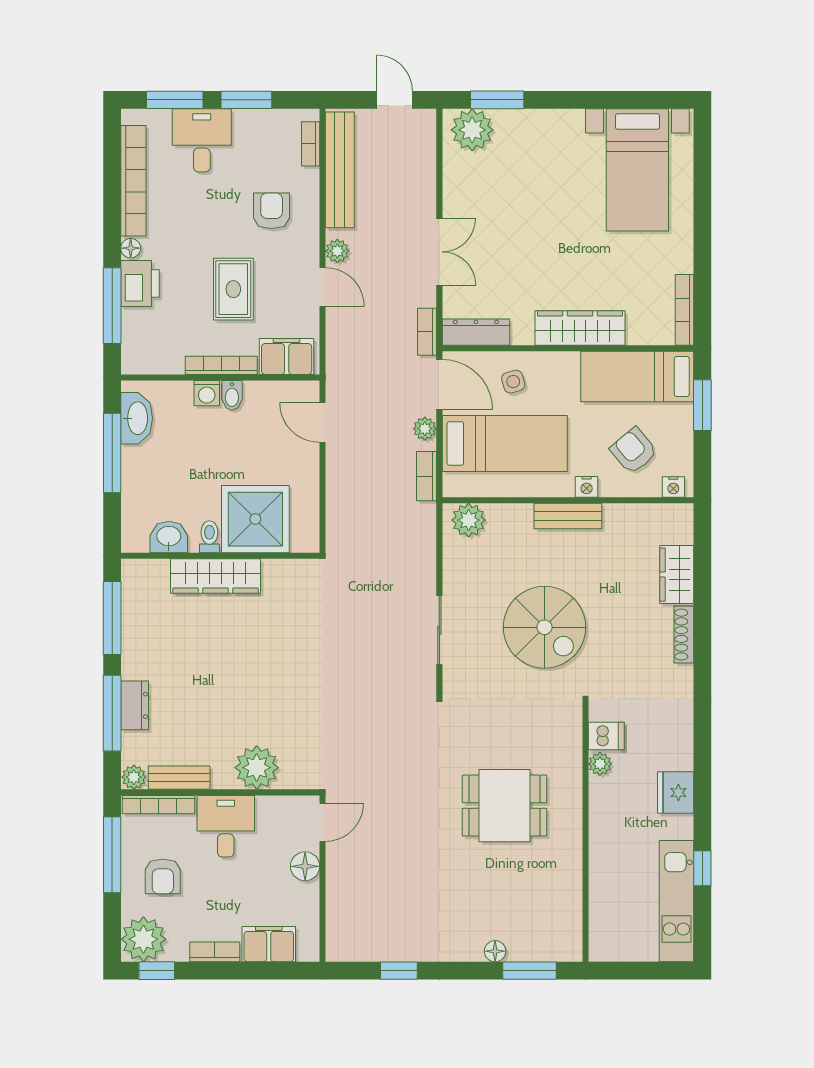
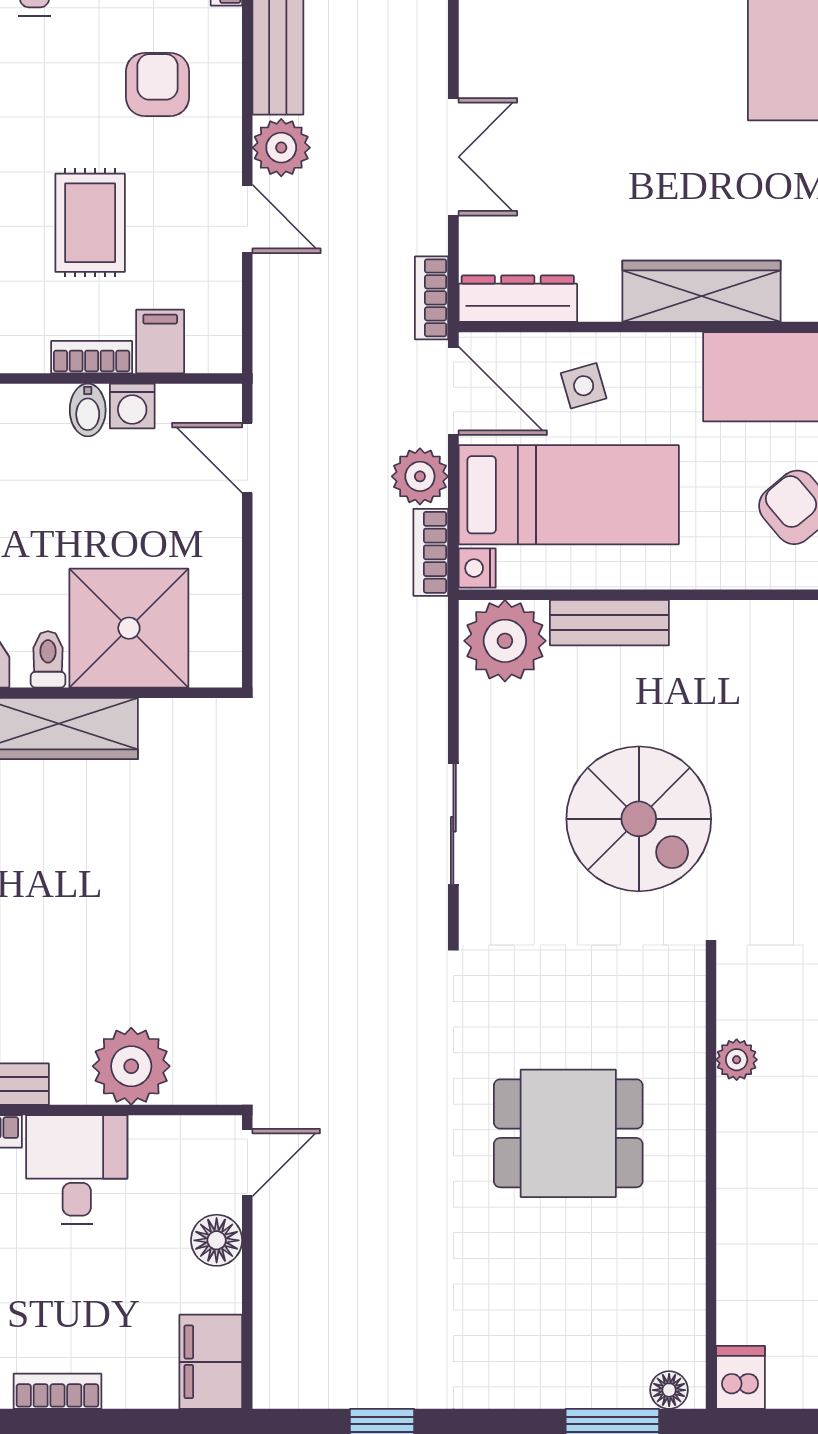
plant: (337, 251) -> (281, 148), width x1.38, depth x1.38
filing cabinet: (287, 356) -> (160, 341), width x0.50
bookcase: (221, 365) -> (92, 357), width x0.64
washing machine: (207, 393) -> (132, 406), moved
plant: (425, 429) -> (420, 476), width x1.38, depth x1.38
nightstand: (587, 487) -> (477, 568), moved, turned 90
bench: (568, 516) -> (609, 623), moved
plant: (469, 520) -> (505, 641), width x1.36, depth x1.36
dishwasher: (606, 736) -> (741, 1377), moved, turned -90
filing cabinet: (269, 944) -> (211, 1362), moved, turned -90
floor lamp: (495, 951) -> (669, 1390), moved

